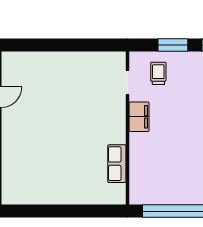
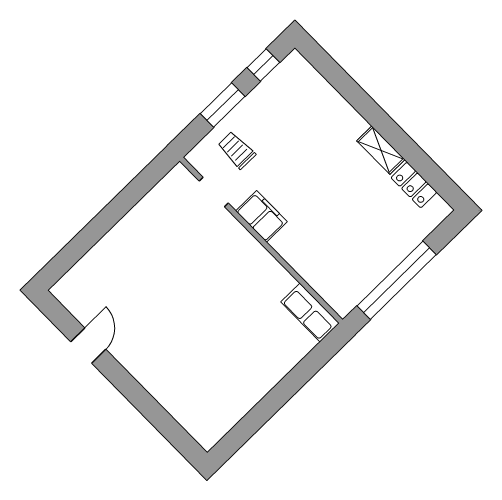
row of seats: (117, 164) -> (310, 313), moved

